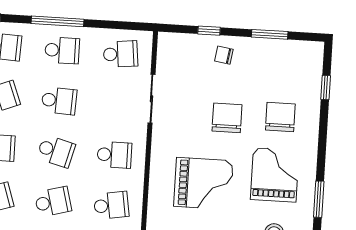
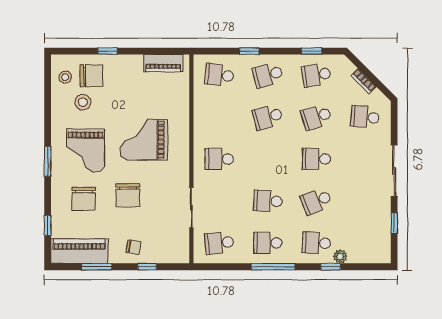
piano: (289, 54) -> (79, 251), added
school desk: (56, 151) -> (268, 159), removed
window: (319, 199) -> (48, 161), moved
school desk: (111, 205) -> (219, 117), removed

